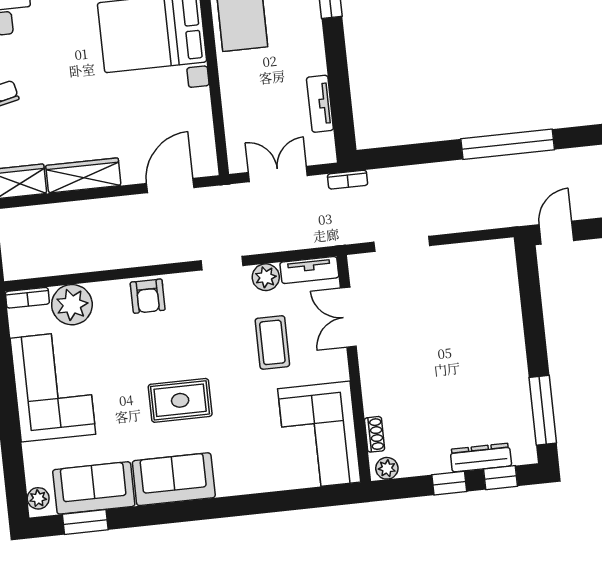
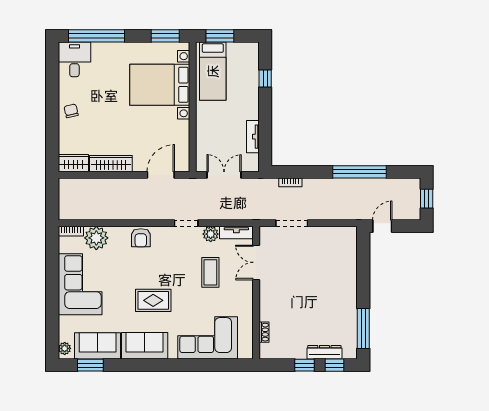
bookcase: (348, 180) -> (290, 182), moved
corner sofa: (319, 435) -> (208, 338), moved, turned 90
plant: (387, 468) -> (269, 353), removed

